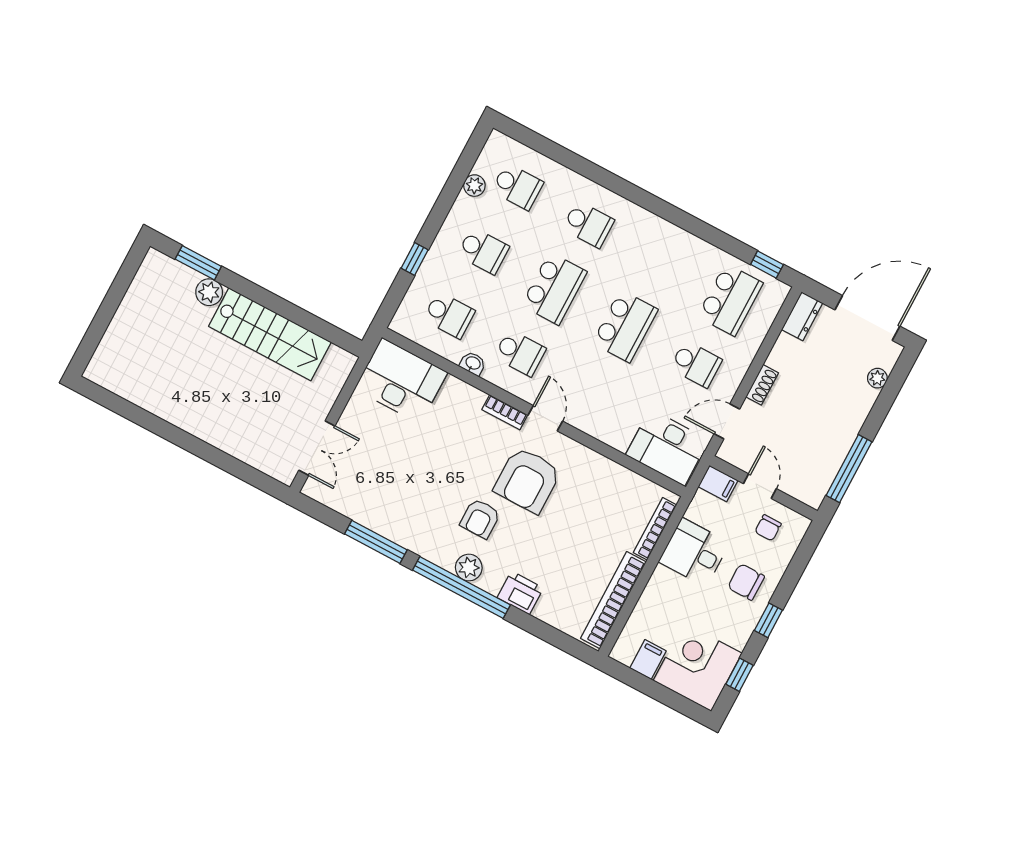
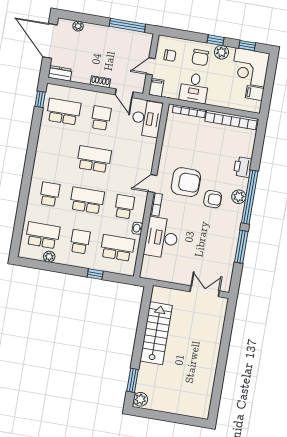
school desk: (517, 187) -> (43, 235), width x1.85
plant: (209, 292) -> (140, 399), moved
school desk: (449, 315) -> (117, 248), width x1.85
desk: (401, 381) -> (162, 238), moved
plant: (743, 624) -> (222, 52), added

